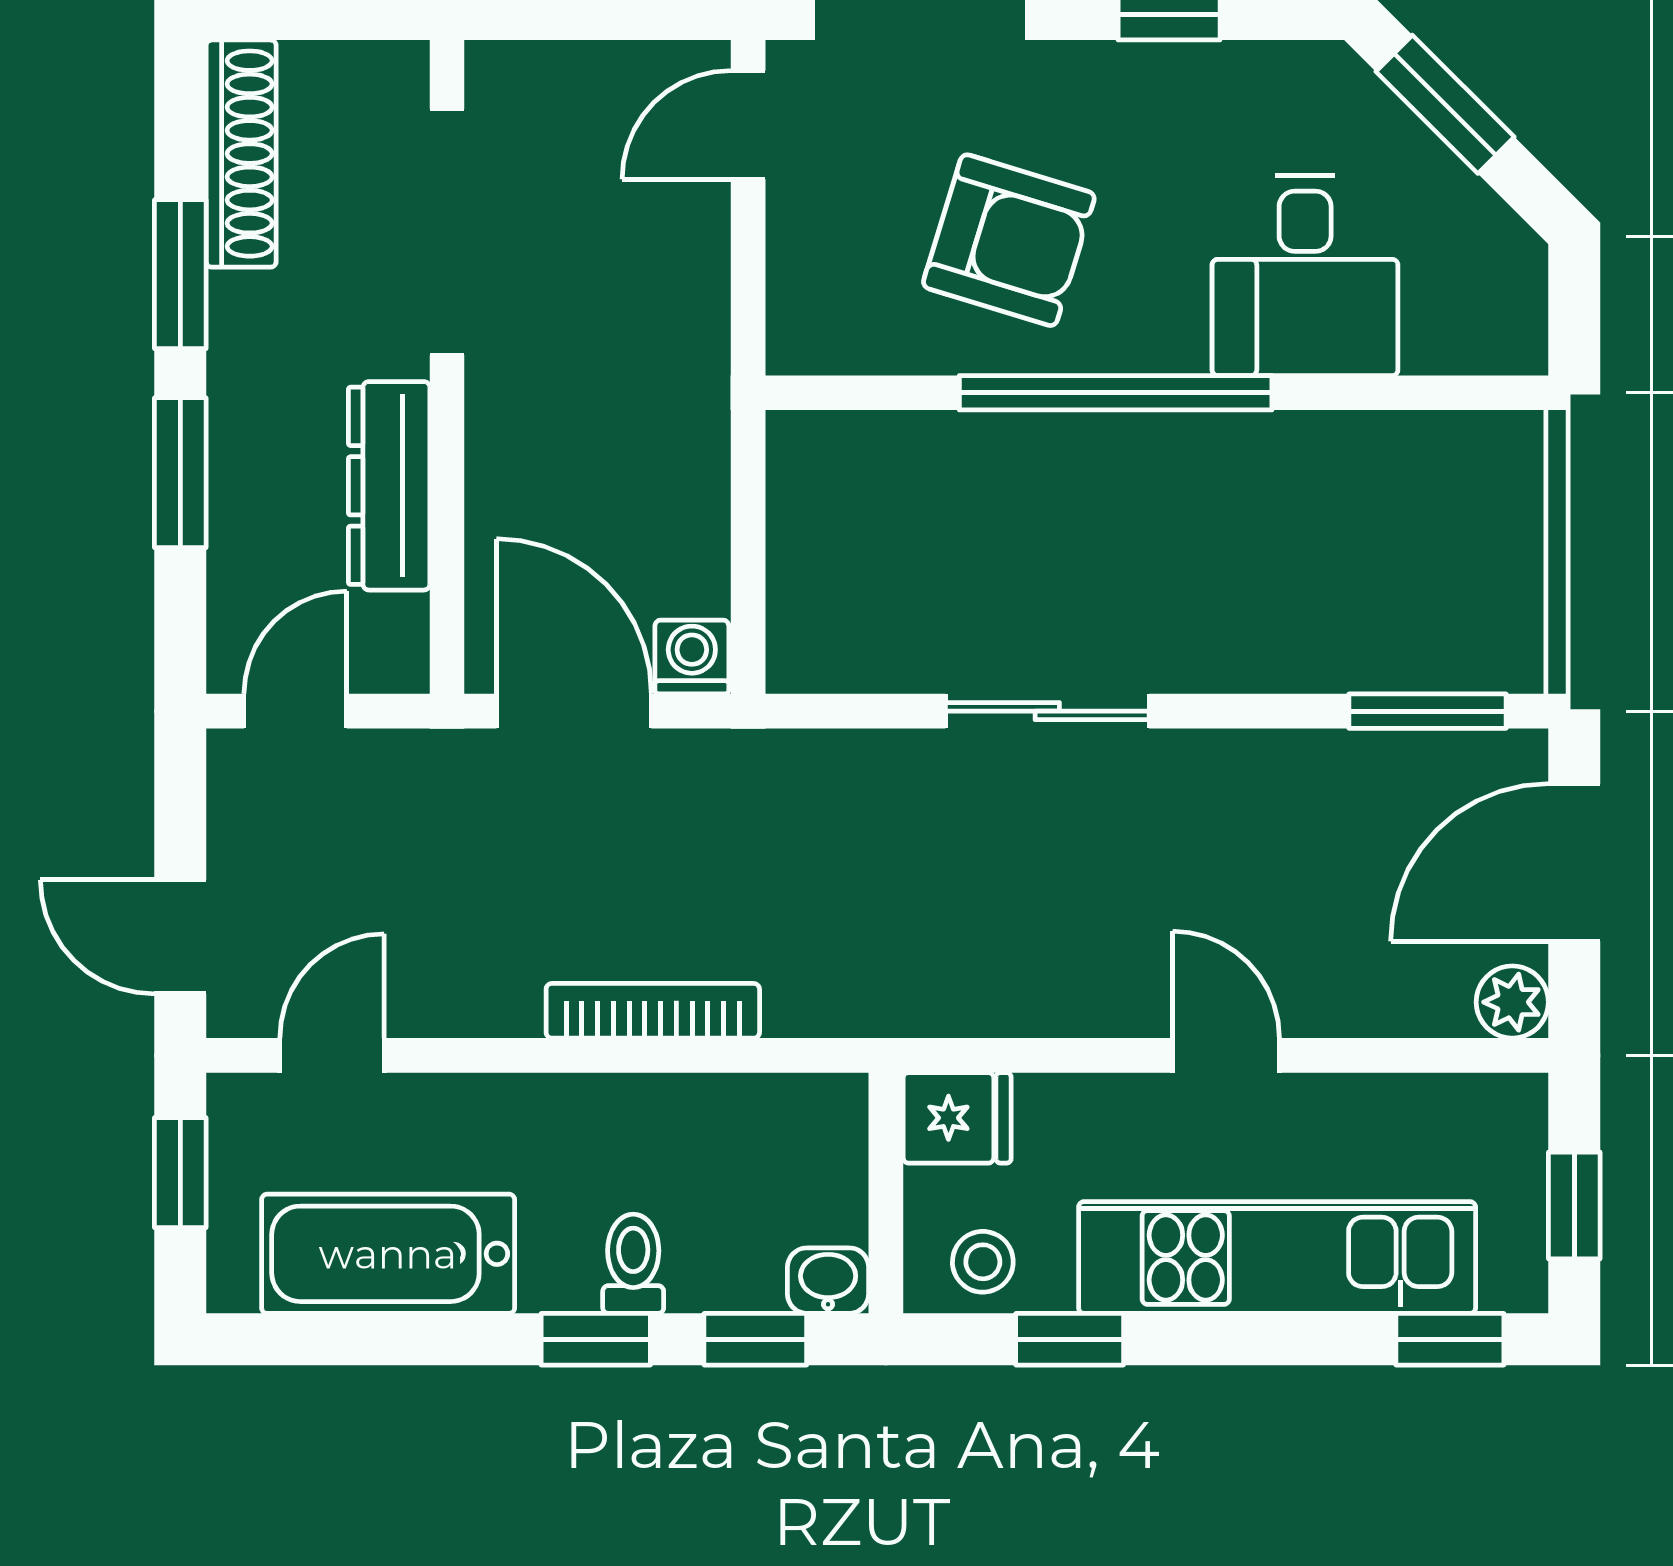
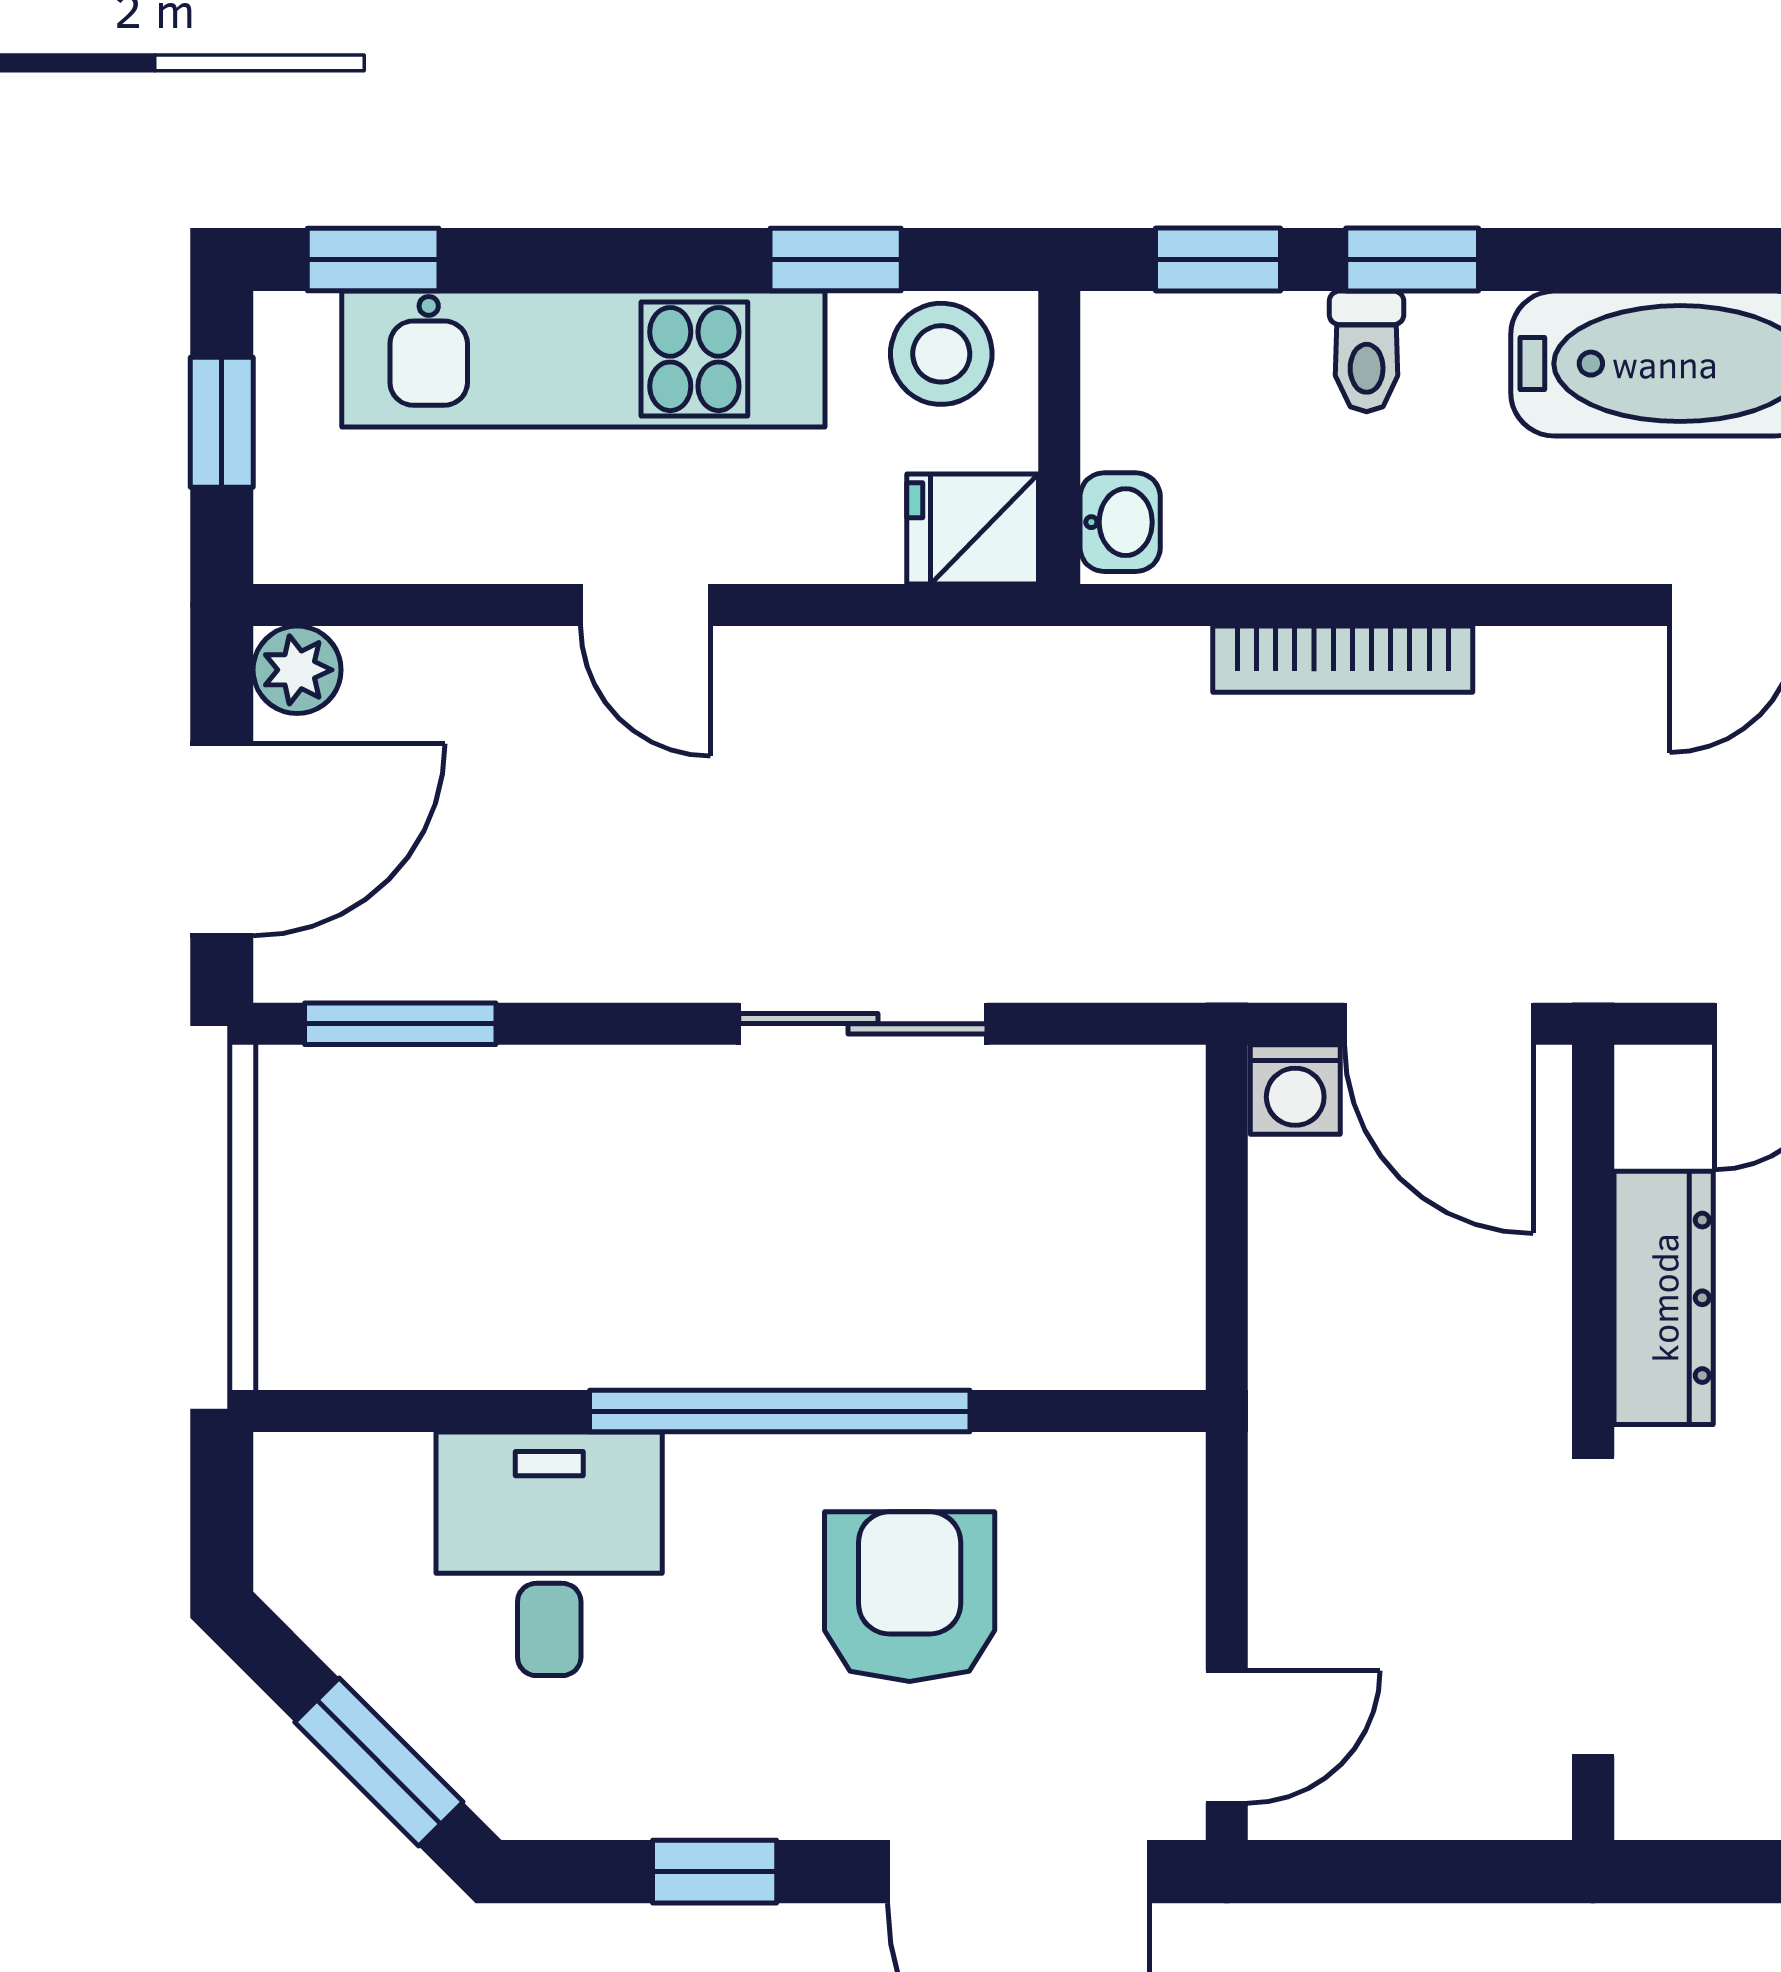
armchair: (1009, 240) -> (910, 1597), turned 73
stool: (983, 1262) -> (941, 354), width x1.37, depth x1.37
washbasin: (828, 1281) -> (1120, 522), moved, turned -90

